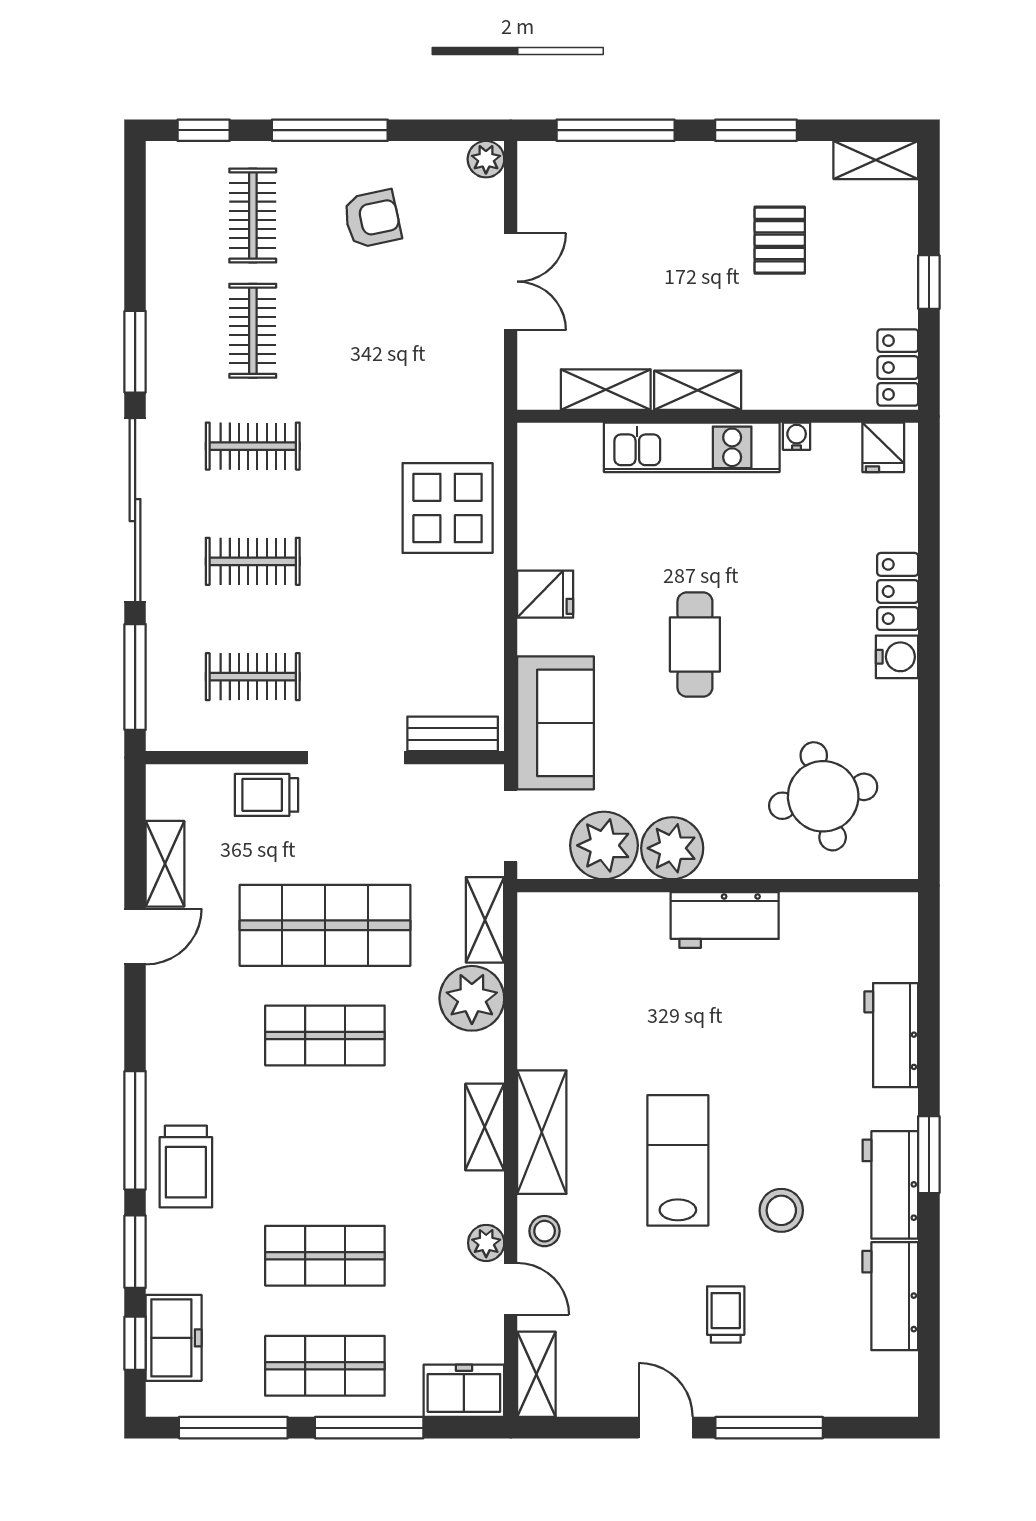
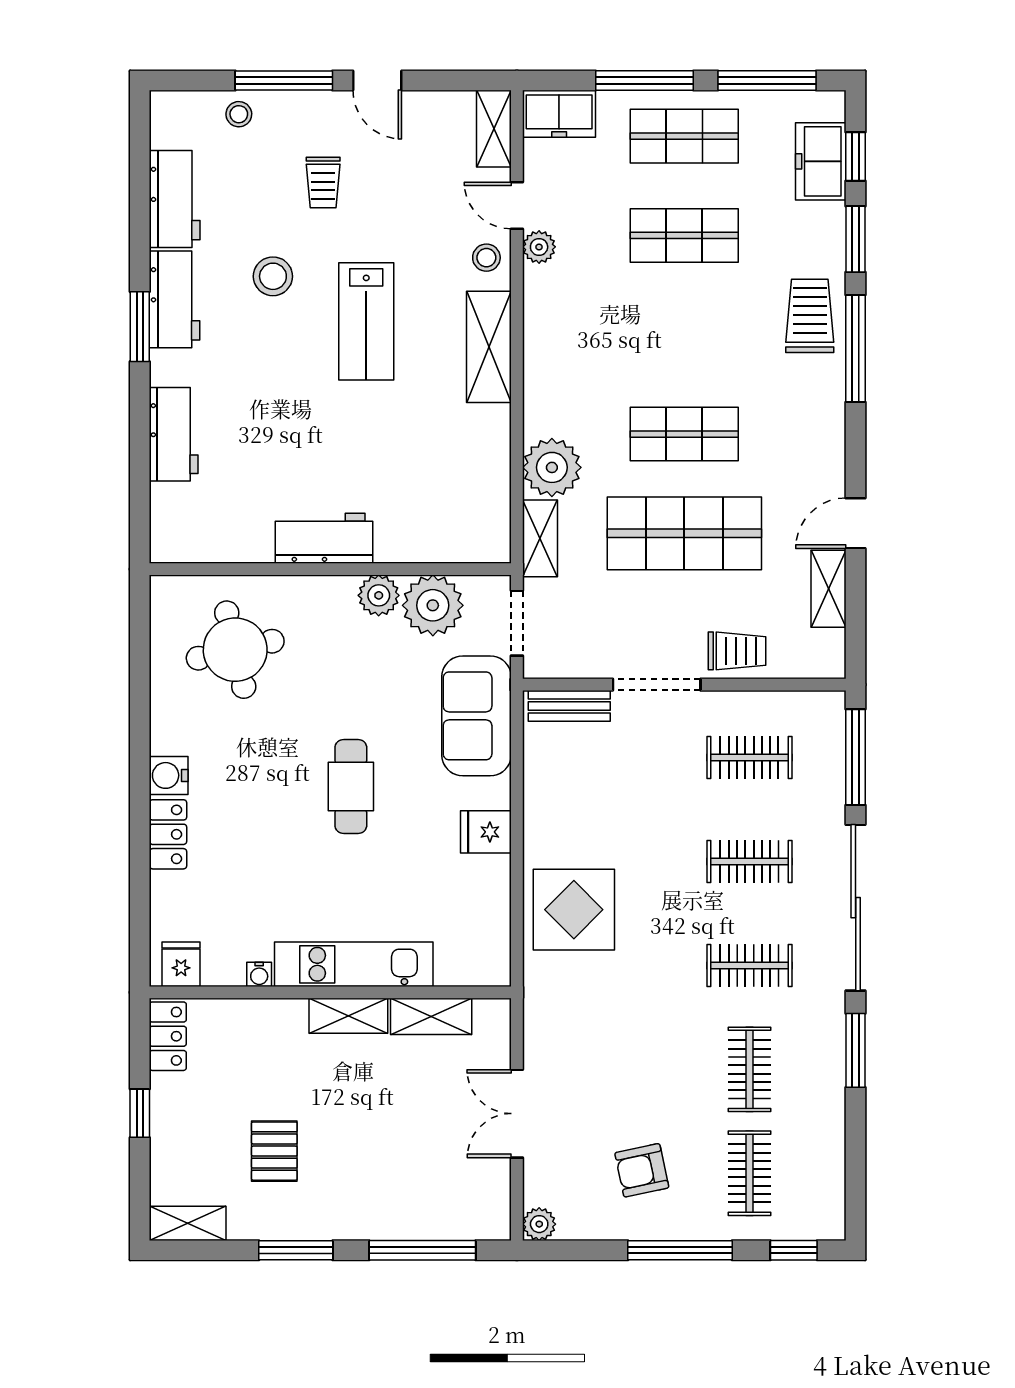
plant: (672, 848) -> (379, 595), width x0.73, depth x0.73
shelving: (485, 1127) -> (540, 352), removed
stool: (819, 1390) -> (239, 114), added

